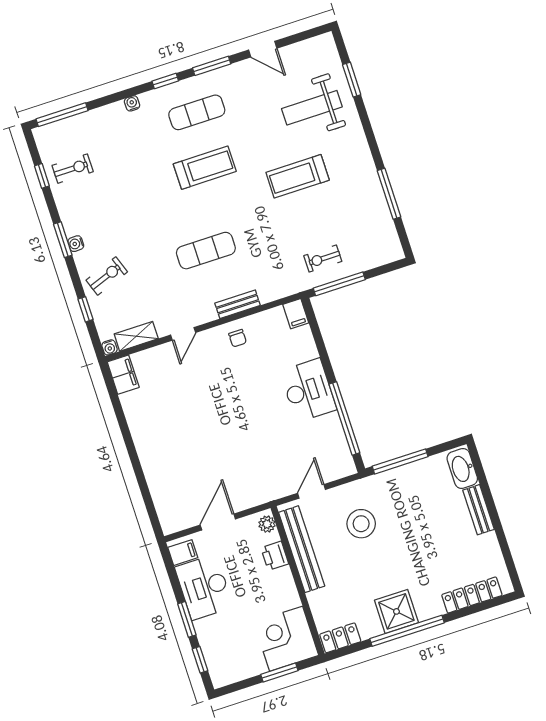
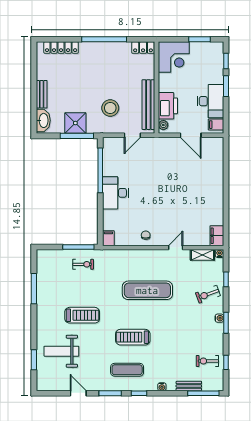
weight bench: (312, 108) -> (61, 351), turned 180
exercise mat: (206, 251) -> (147, 290), width x1.36, depth x1.45
bench: (238, 304) -> (189, 386), moved
door: (218, 522) -> (191, 135), hinge flipped
printer: (275, 556) -> (168, 106), width x1.87, depth x1.48
shower: (396, 611) -> (75, 123), moved
window: (279, 673) -> (199, 39), moved

